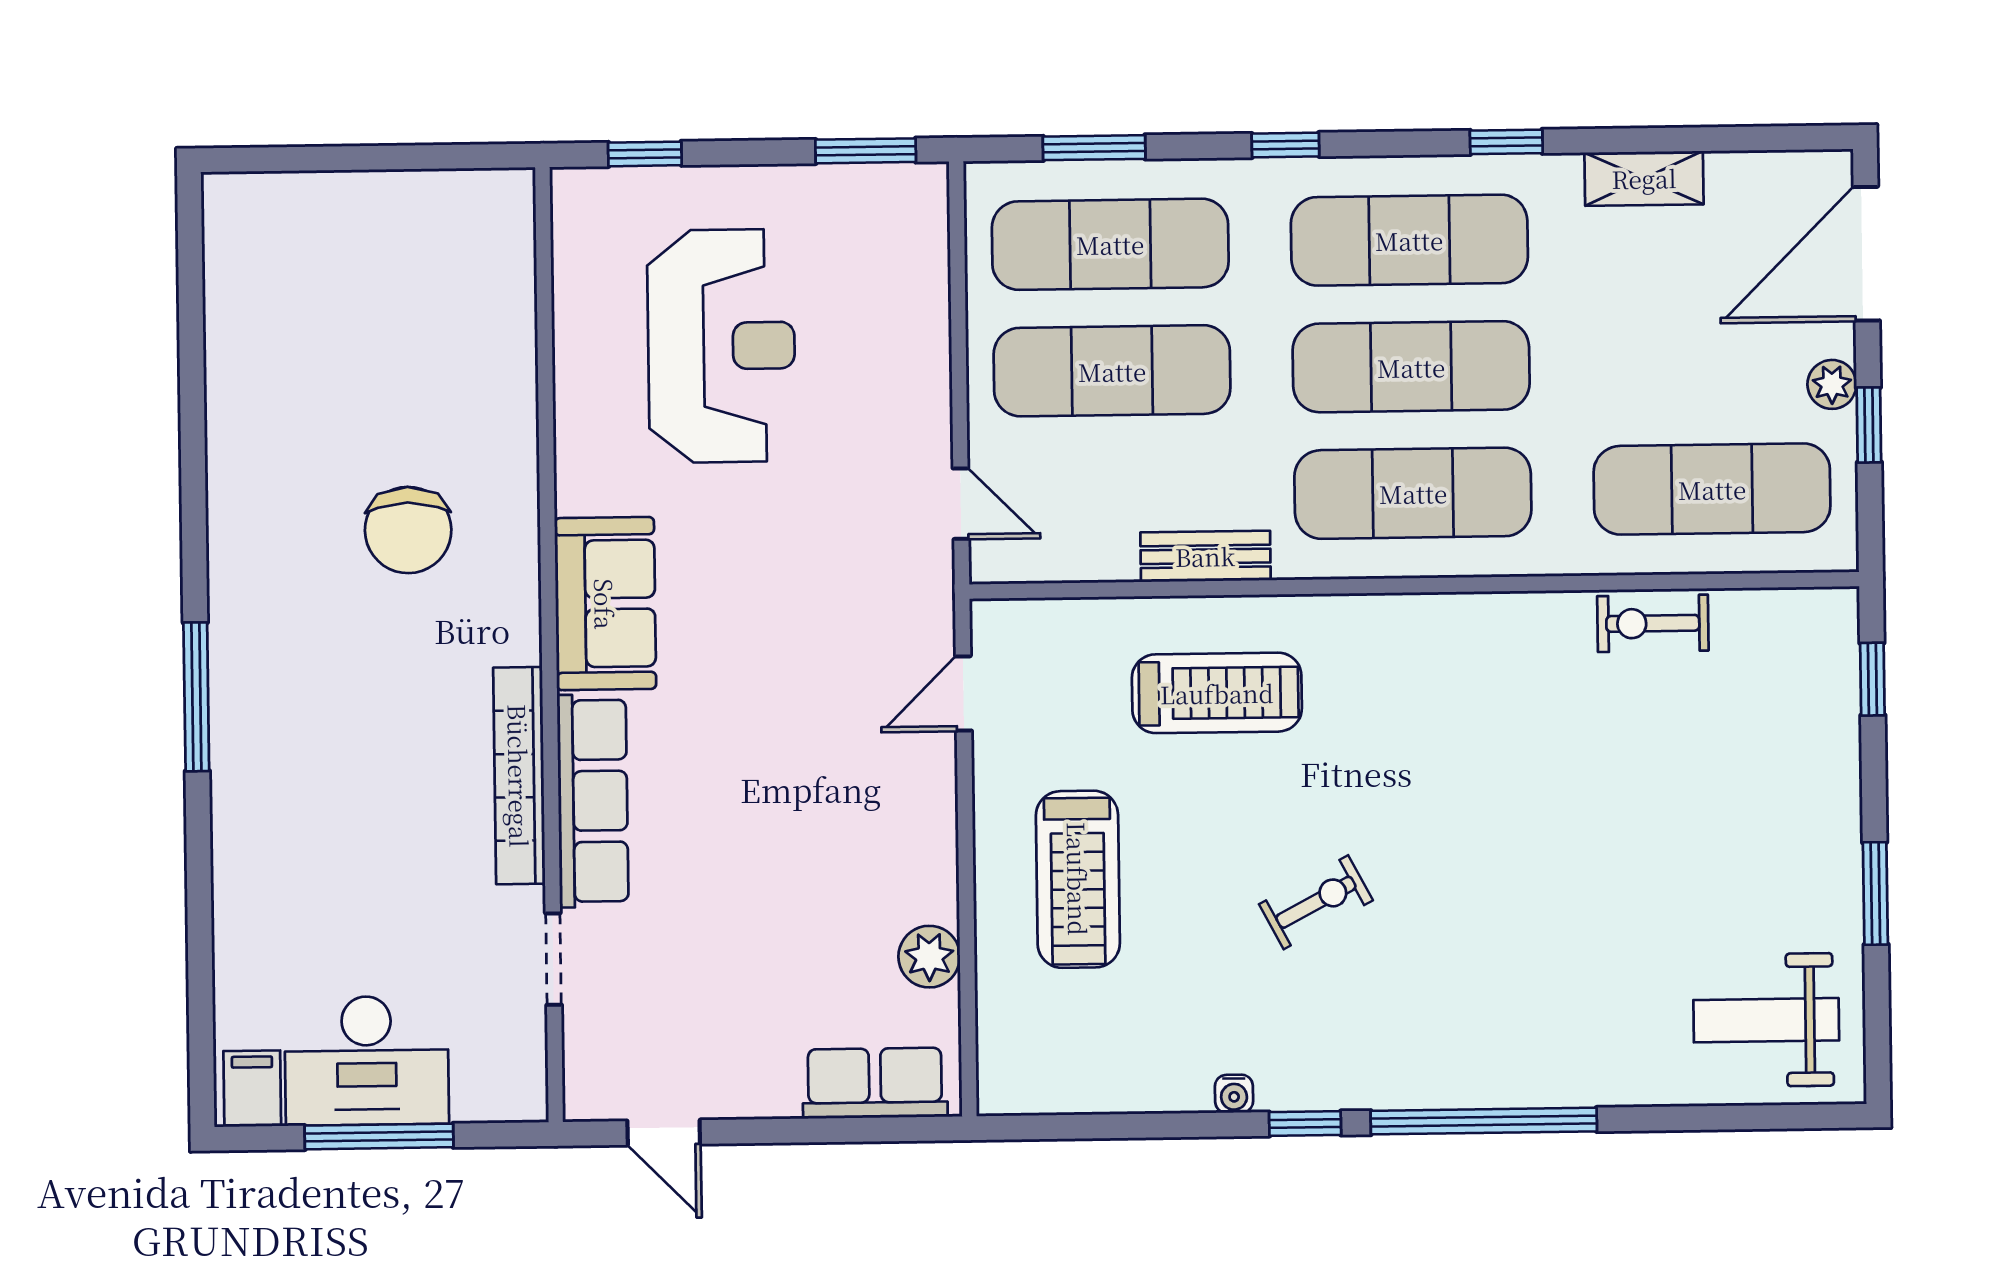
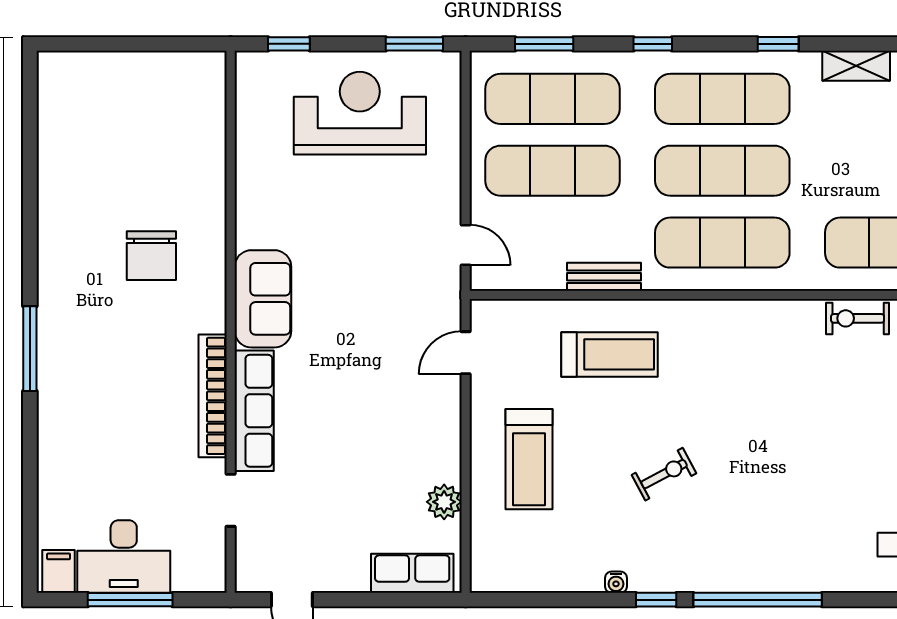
reception desk: (721, 346) -> (360, 113), moved, turned -90

